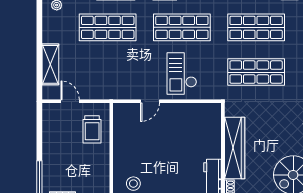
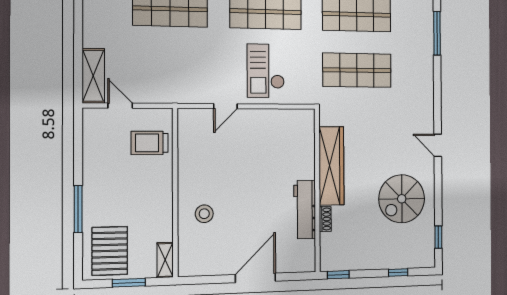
shelving: (50, 64) -> (93, 76), moved
trolley: (92, 129) -> (150, 143), turned 90

